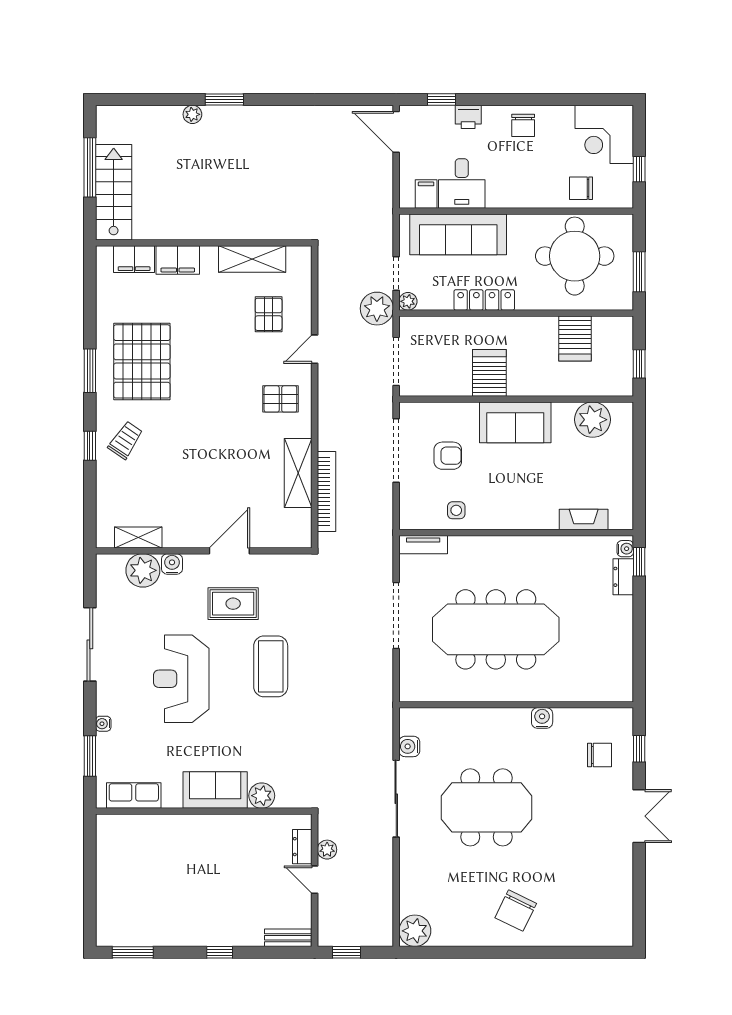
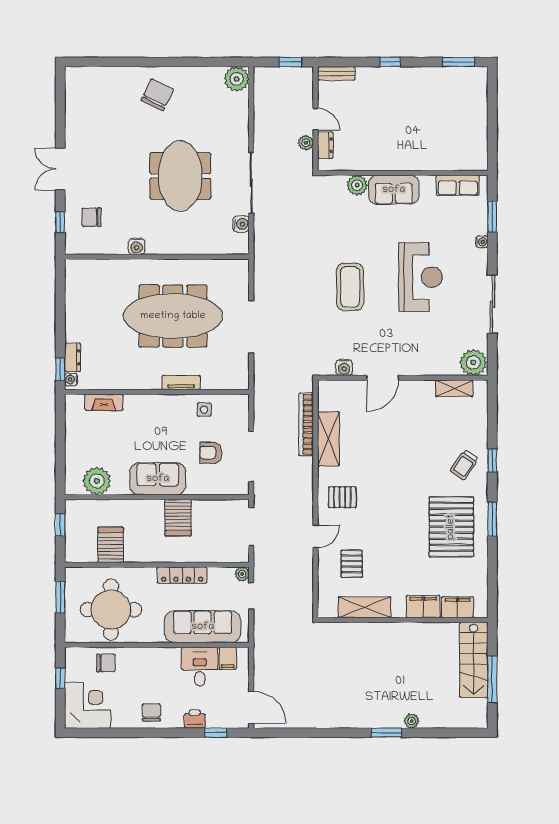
plant: (377, 309) -> (266, 568), removed
tv unit: (423, 545) -> (181, 383), moved
water cooler: (172, 564) -> (344, 367), moved
plant: (143, 570) -> (473, 362), moved
rug: (233, 604) -> (380, 336), removed
meeting table: (486, 807) -> (180, 176), turned 90

